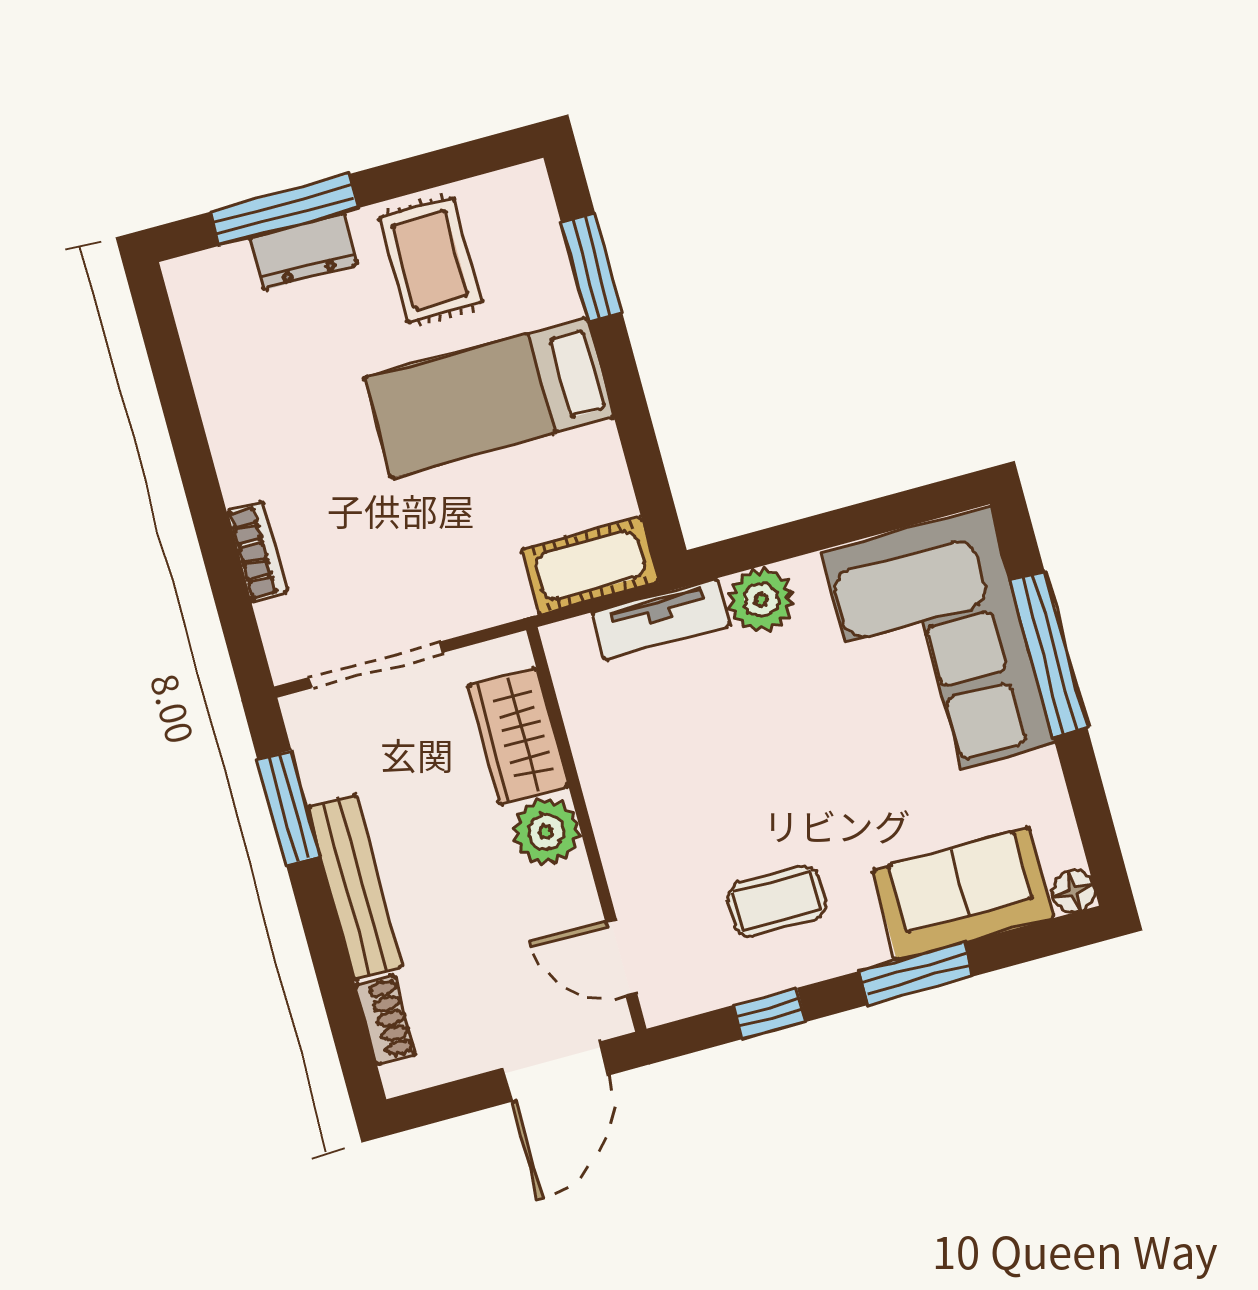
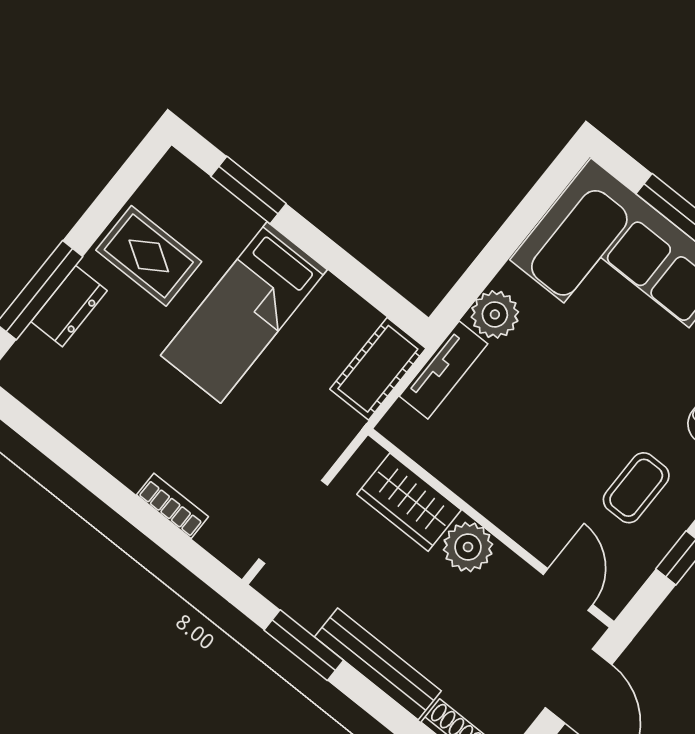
door: (621, 958) -> (568, 589), swing flipped

